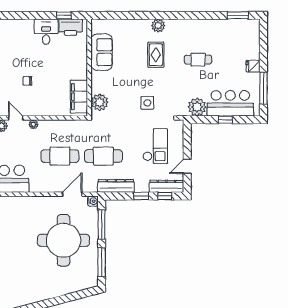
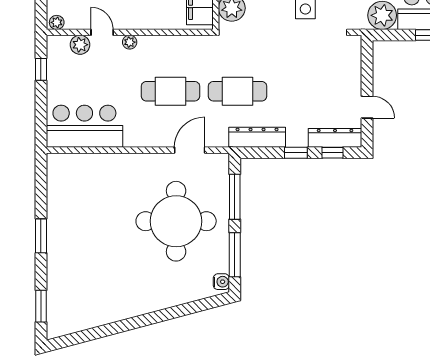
checkout: (155, 146) -> (318, 76), removed
door: (187, 166) -> (367, 107), swing flipped
water cooler: (93, 201) -> (221, 282), moved

